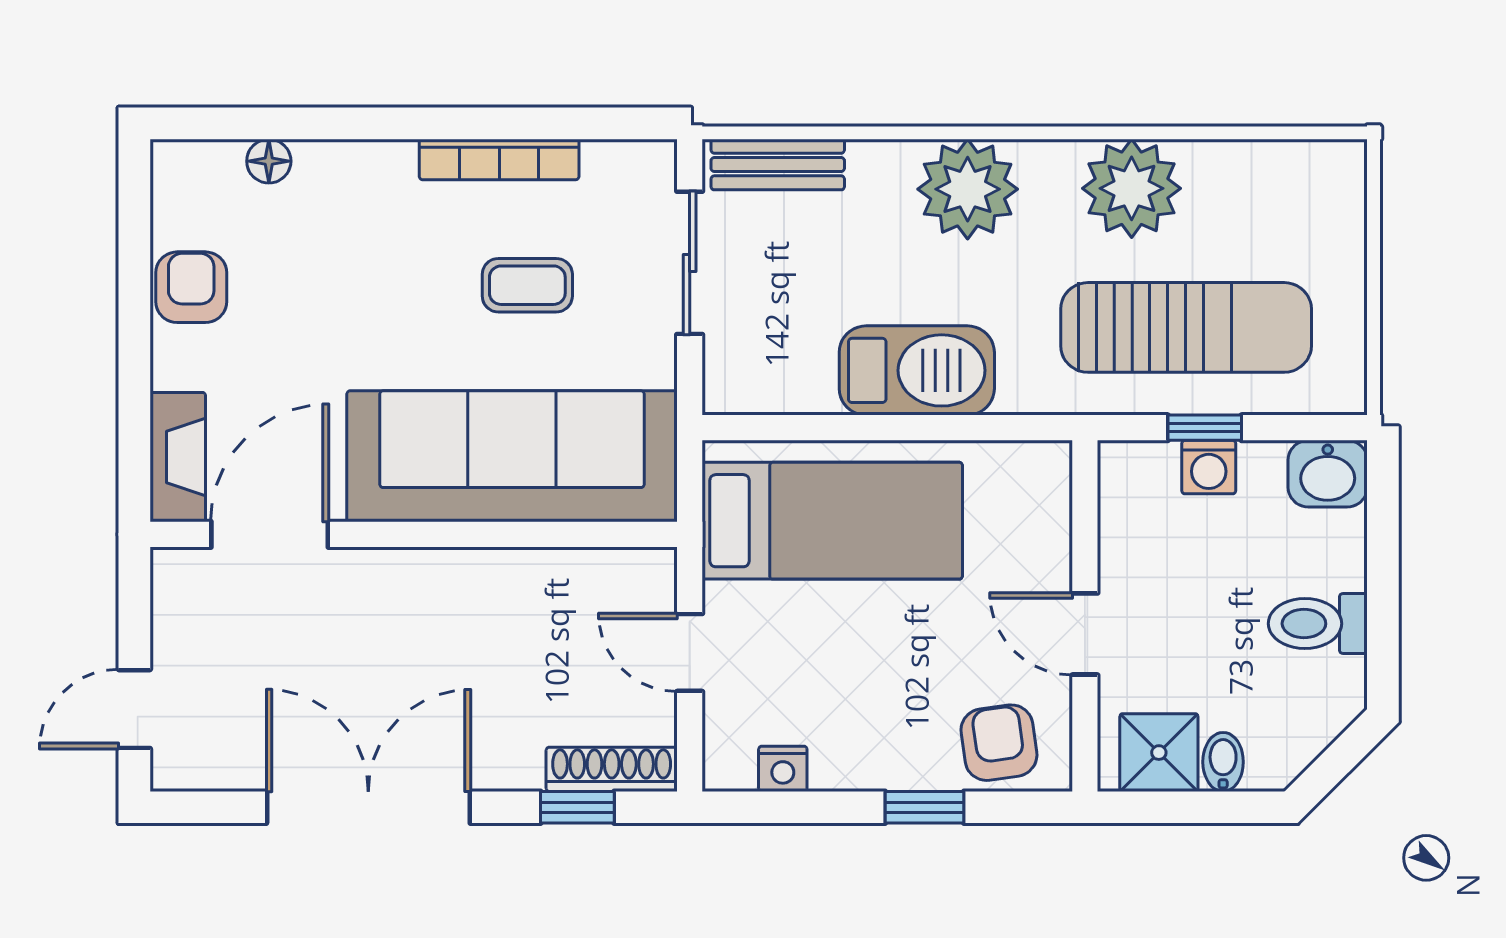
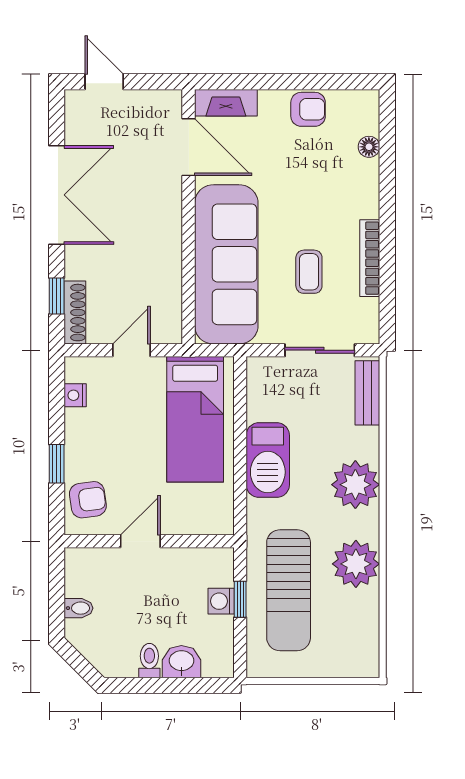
washbasin: (1328, 474) -> (181, 662), moved, turned 90
toilet: (1318, 624) -> (149, 661), width x0.73, depth x0.72
shower: (1159, 753) -> (83, 577), removed

